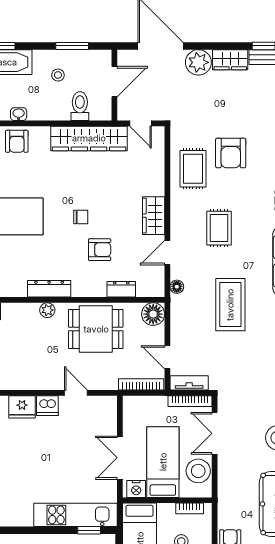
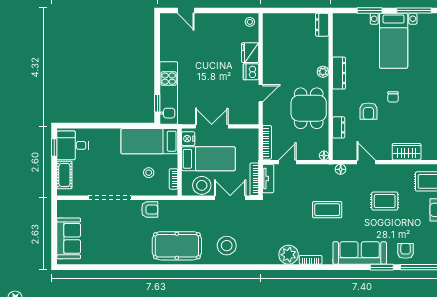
wardrobe: (154, 216) -> (407, 152), moved
coffee table: (230, 305) -> (327, 210), width x0.73, depth x0.76
floor lamp: (153, 314) -> (324, 155), width x0.53, depth x0.53

